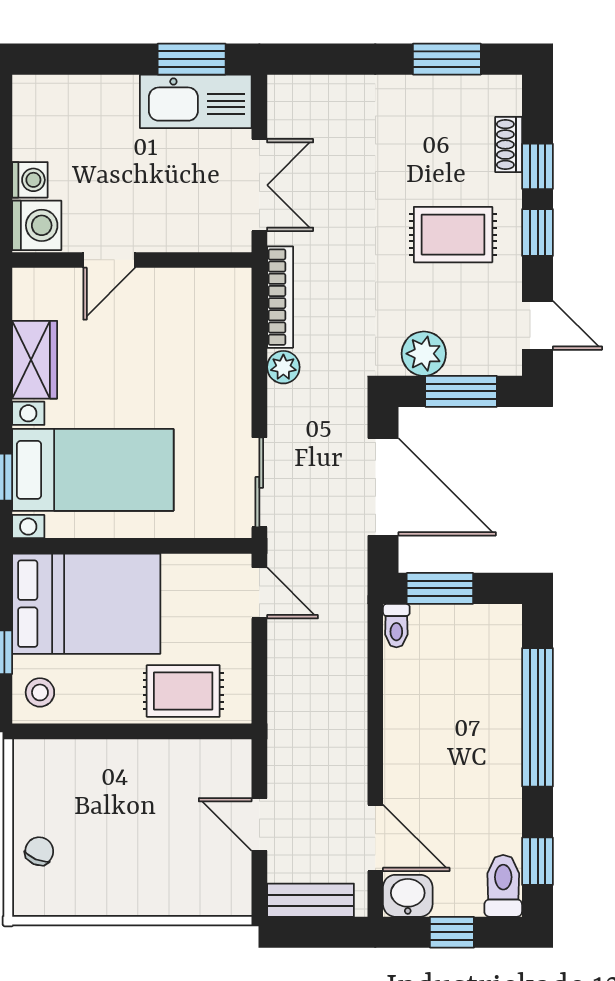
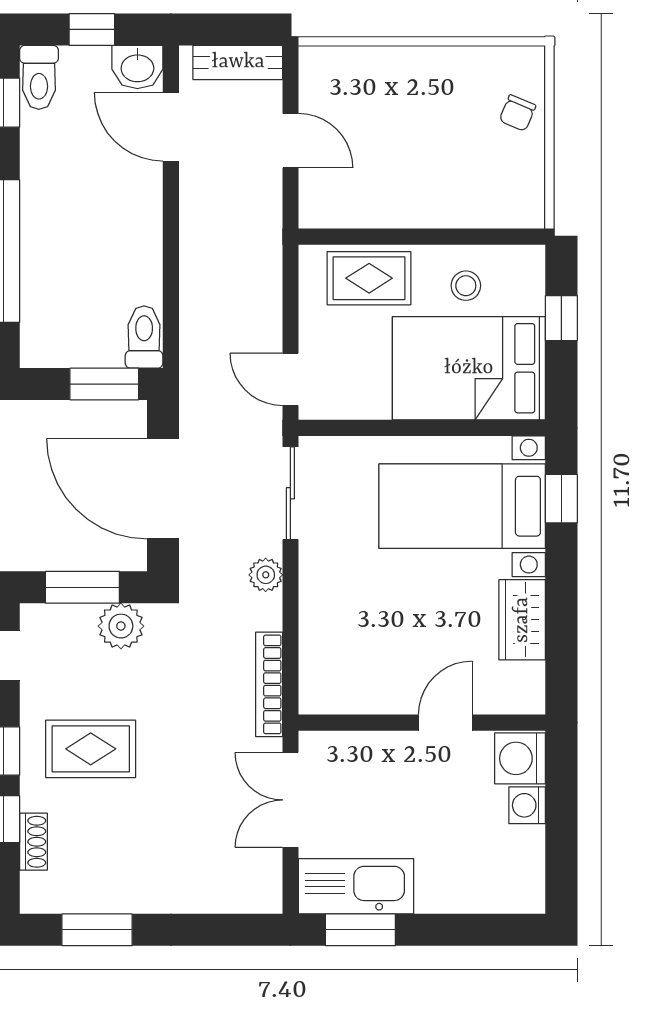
plant: (283, 367) -> (266, 575), moved
toilet: (396, 626) -> (144, 337), width x1.37, depth x1.39
stool: (40, 692) -> (466, 286), moved

